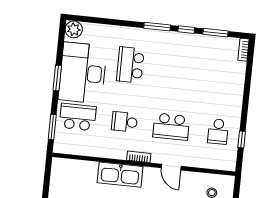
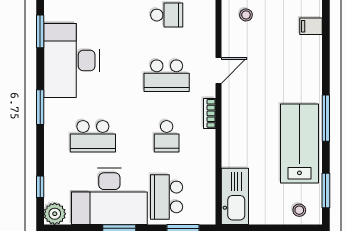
window: (186, 30) -> (40, 187), moved
desk: (191, 55) -> (72, 61), added
school desk: (171, 127) -> (167, 76), turned 90
kitchen sink: (120, 175) -> (235, 196), moved

